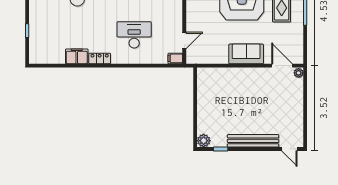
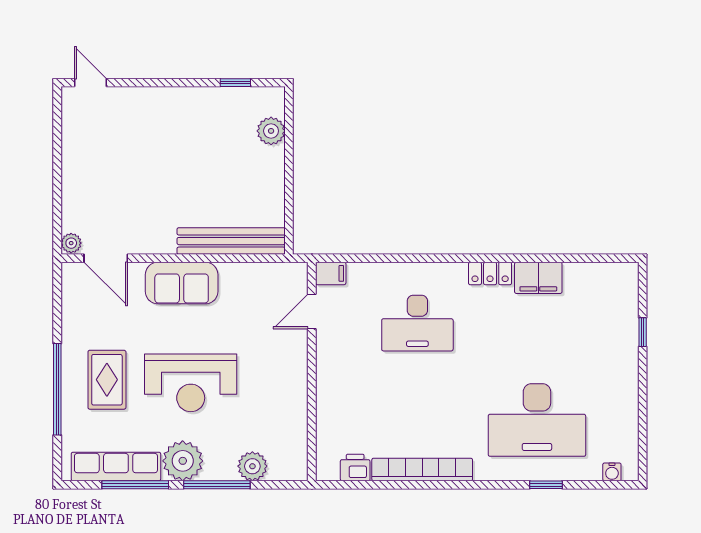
plant: (204, 141) -> (271, 131), moved
bench: (253, 141) -> (231, 241), moved

